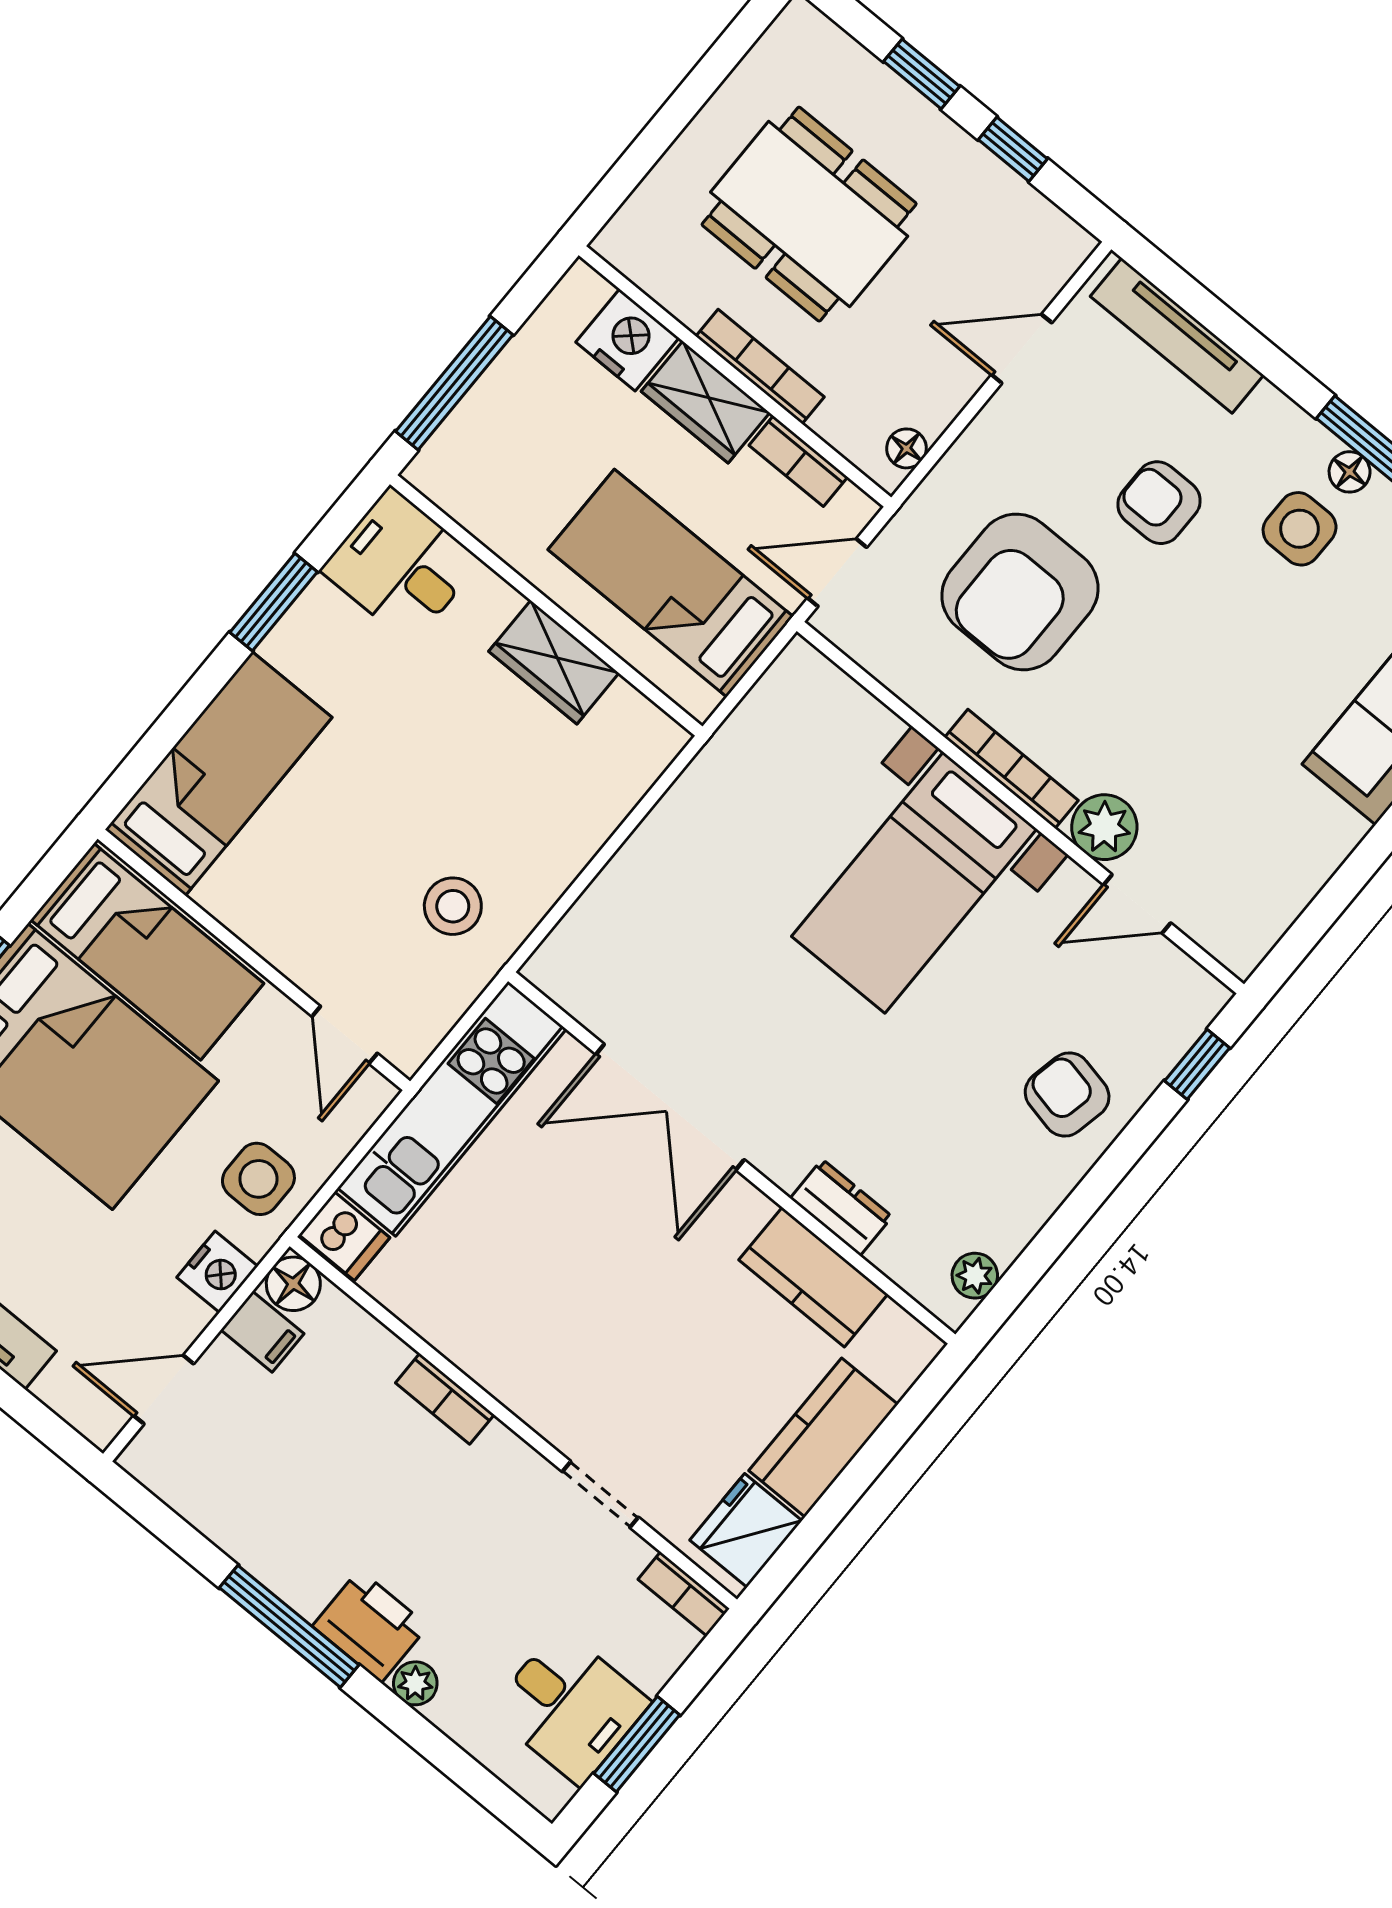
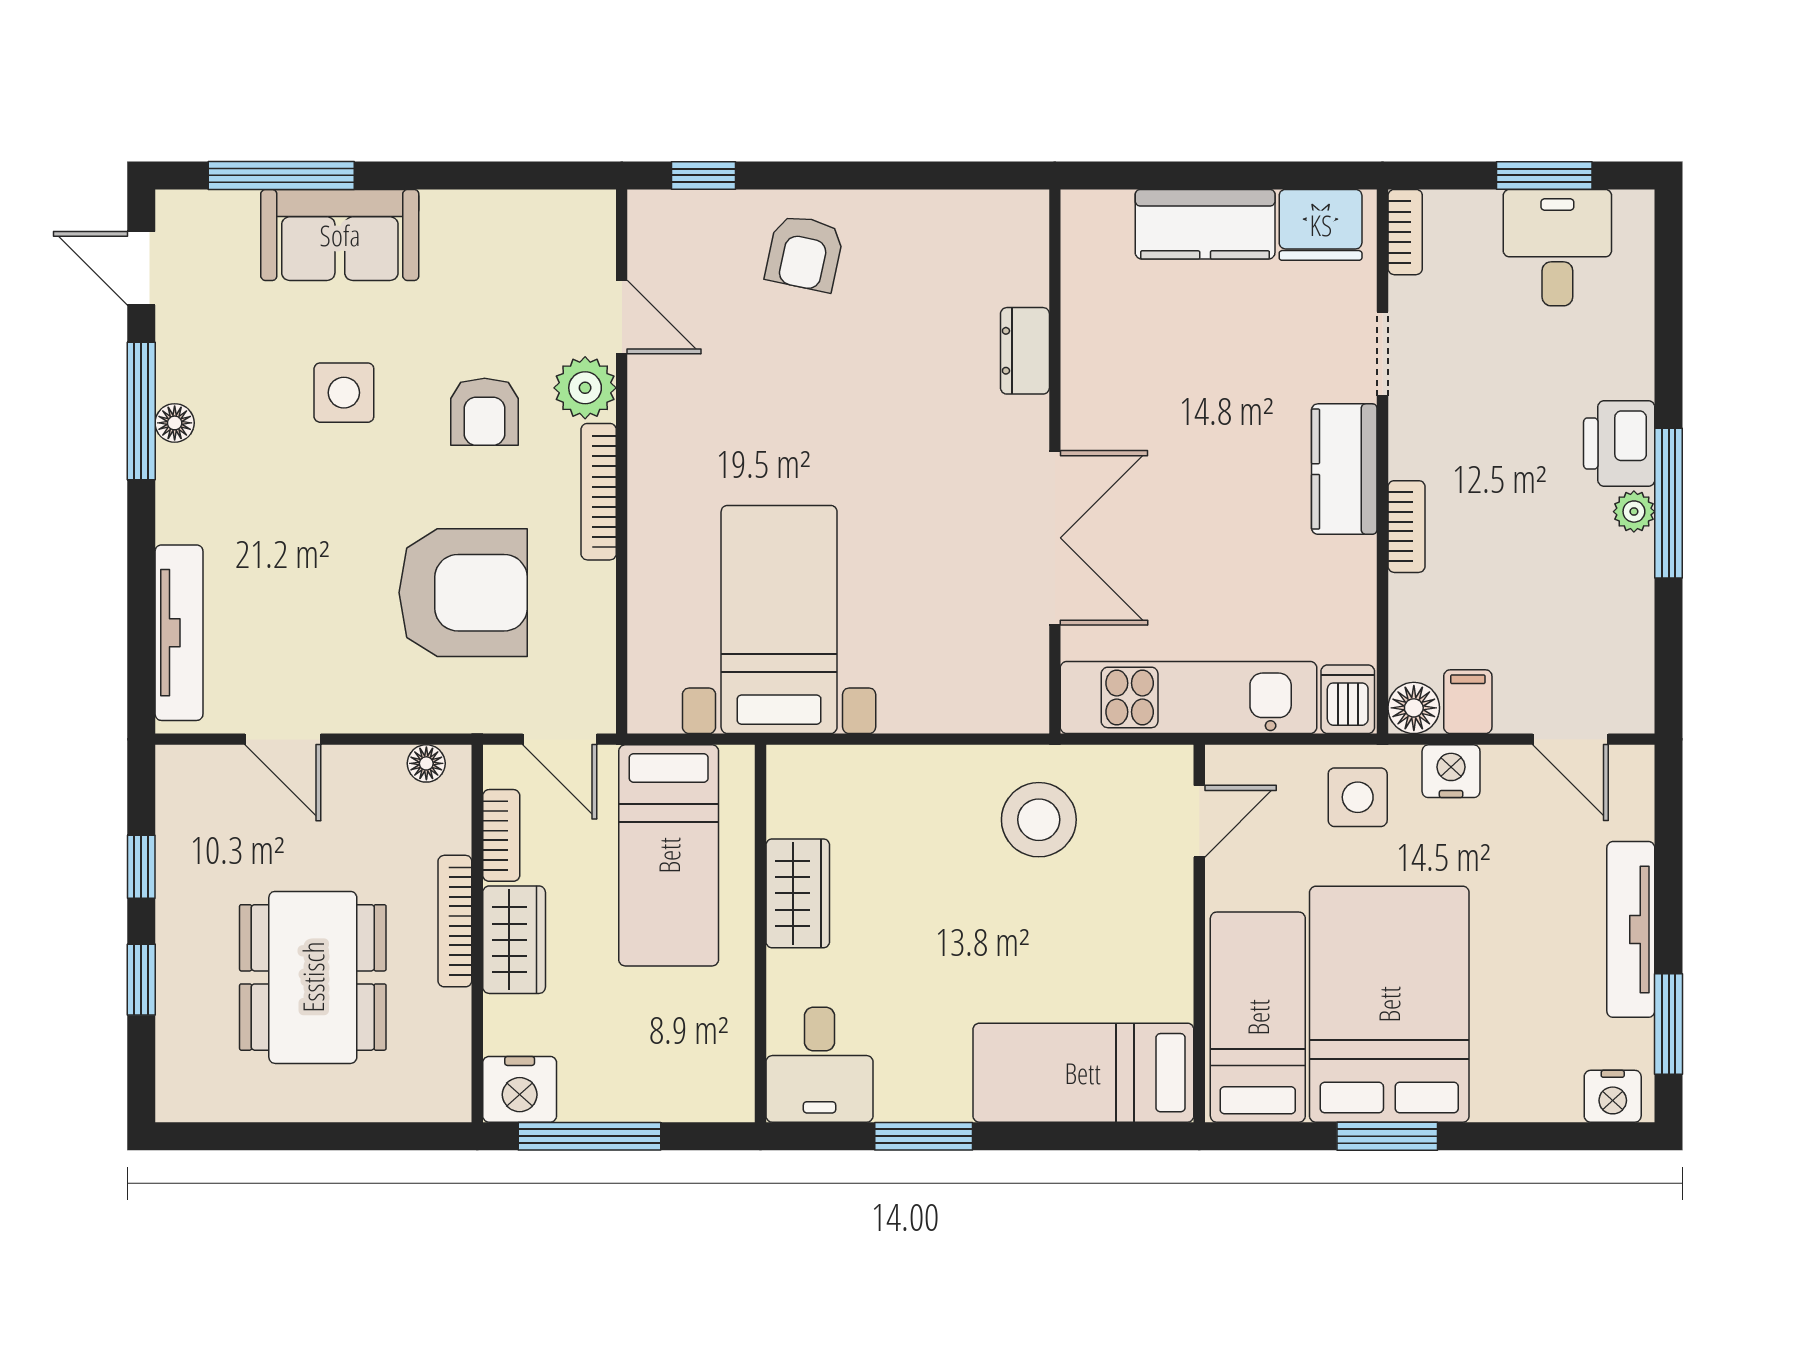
nightstand: (627, 340) -> (520, 1089), moved, turned -90
window: (454, 383) -> (589, 1136), moved
armchair: (1159, 503) -> (485, 412), moved
side table: (1300, 529) -> (344, 393), moved
bed with nightstands: (914, 883) -> (779, 619), moved, turned -90
stool: (453, 906) -> (1039, 820), width x1.38, depth x1.38
plant: (975, 1276) -> (994, 211), removed
kitchen counter: (813, 1277) -> (1344, 469), moved, turned 180
plant: (415, 1683) -> (1634, 512), moved

